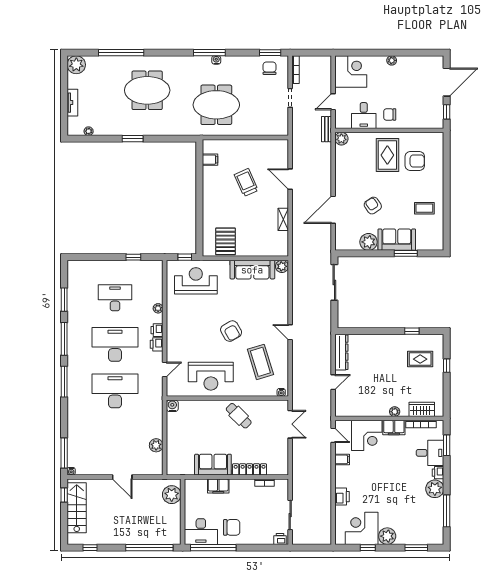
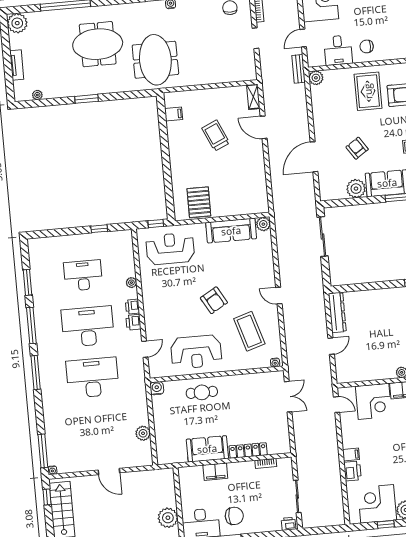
meeting table: (216, 105) -> (155, 60), moved, turned 90
shelving: (283, 219) -> (253, 97), moved
cafe table: (239, 416) -> (202, 392), moved, turned -45
filing cabinet: (342, 459) -> (351, 455), moved
plant: (172, 495) -> (168, 518), moved

